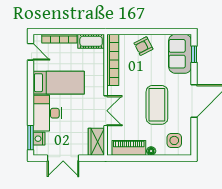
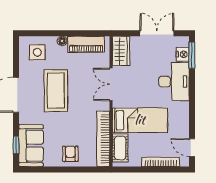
cot: (91, 41) -> (120, 148), moved, turned 90
armchair: (143, 46) -> (70, 154), turned -63
bed: (59, 83) -> (140, 120), moved, turned 180

